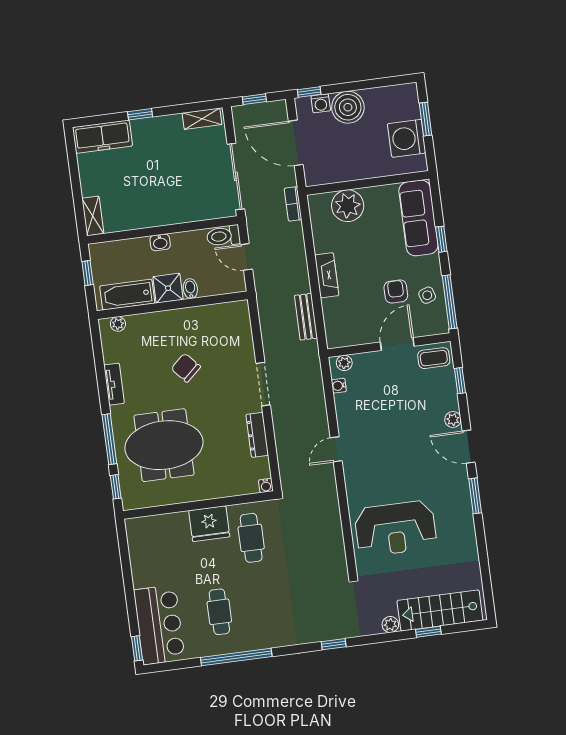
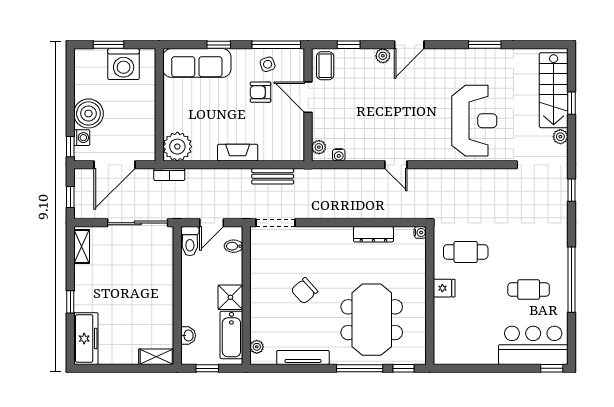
plant: (348, 206) -> (177, 147), moved
washbasin: (160, 242) -> (188, 336), moved
bidet: (190, 289) -> (233, 246), moved
tv unit: (114, 384) -> (303, 357), width x1.41
doorway: (263, 384) -> (276, 223), moved
window: (475, 496) -> (485, 45), moved
fridge: (209, 524) -> (444, 288), width x0.53, depth x0.75

